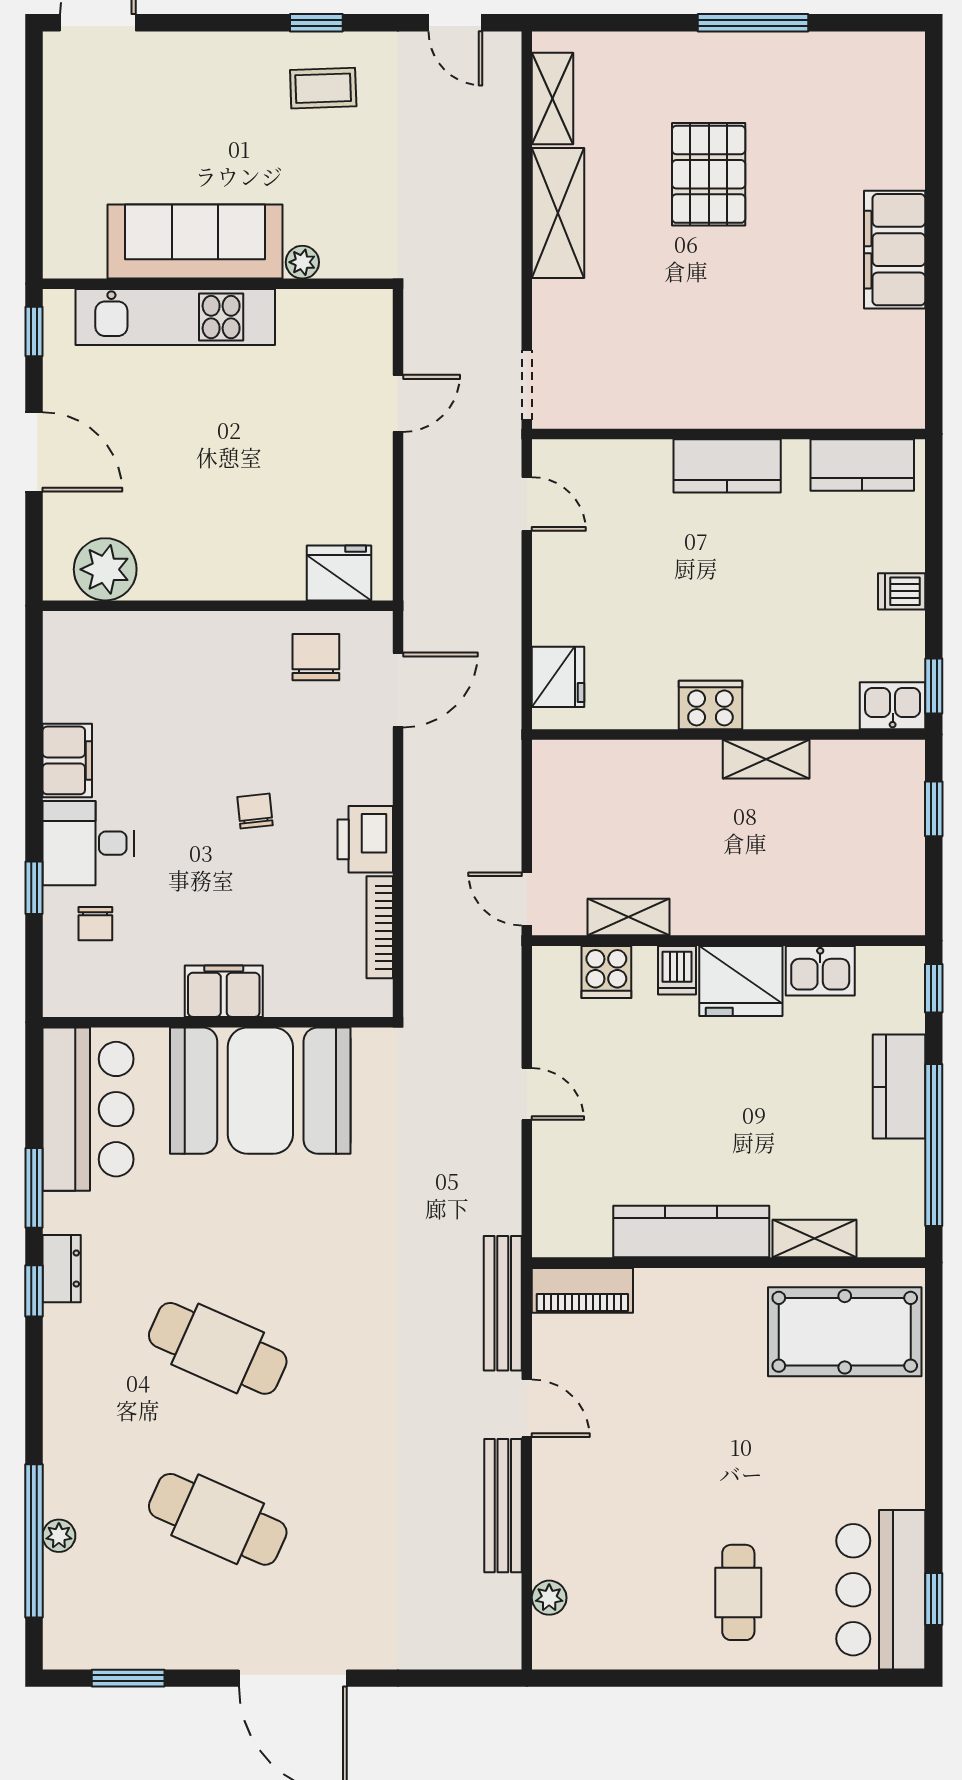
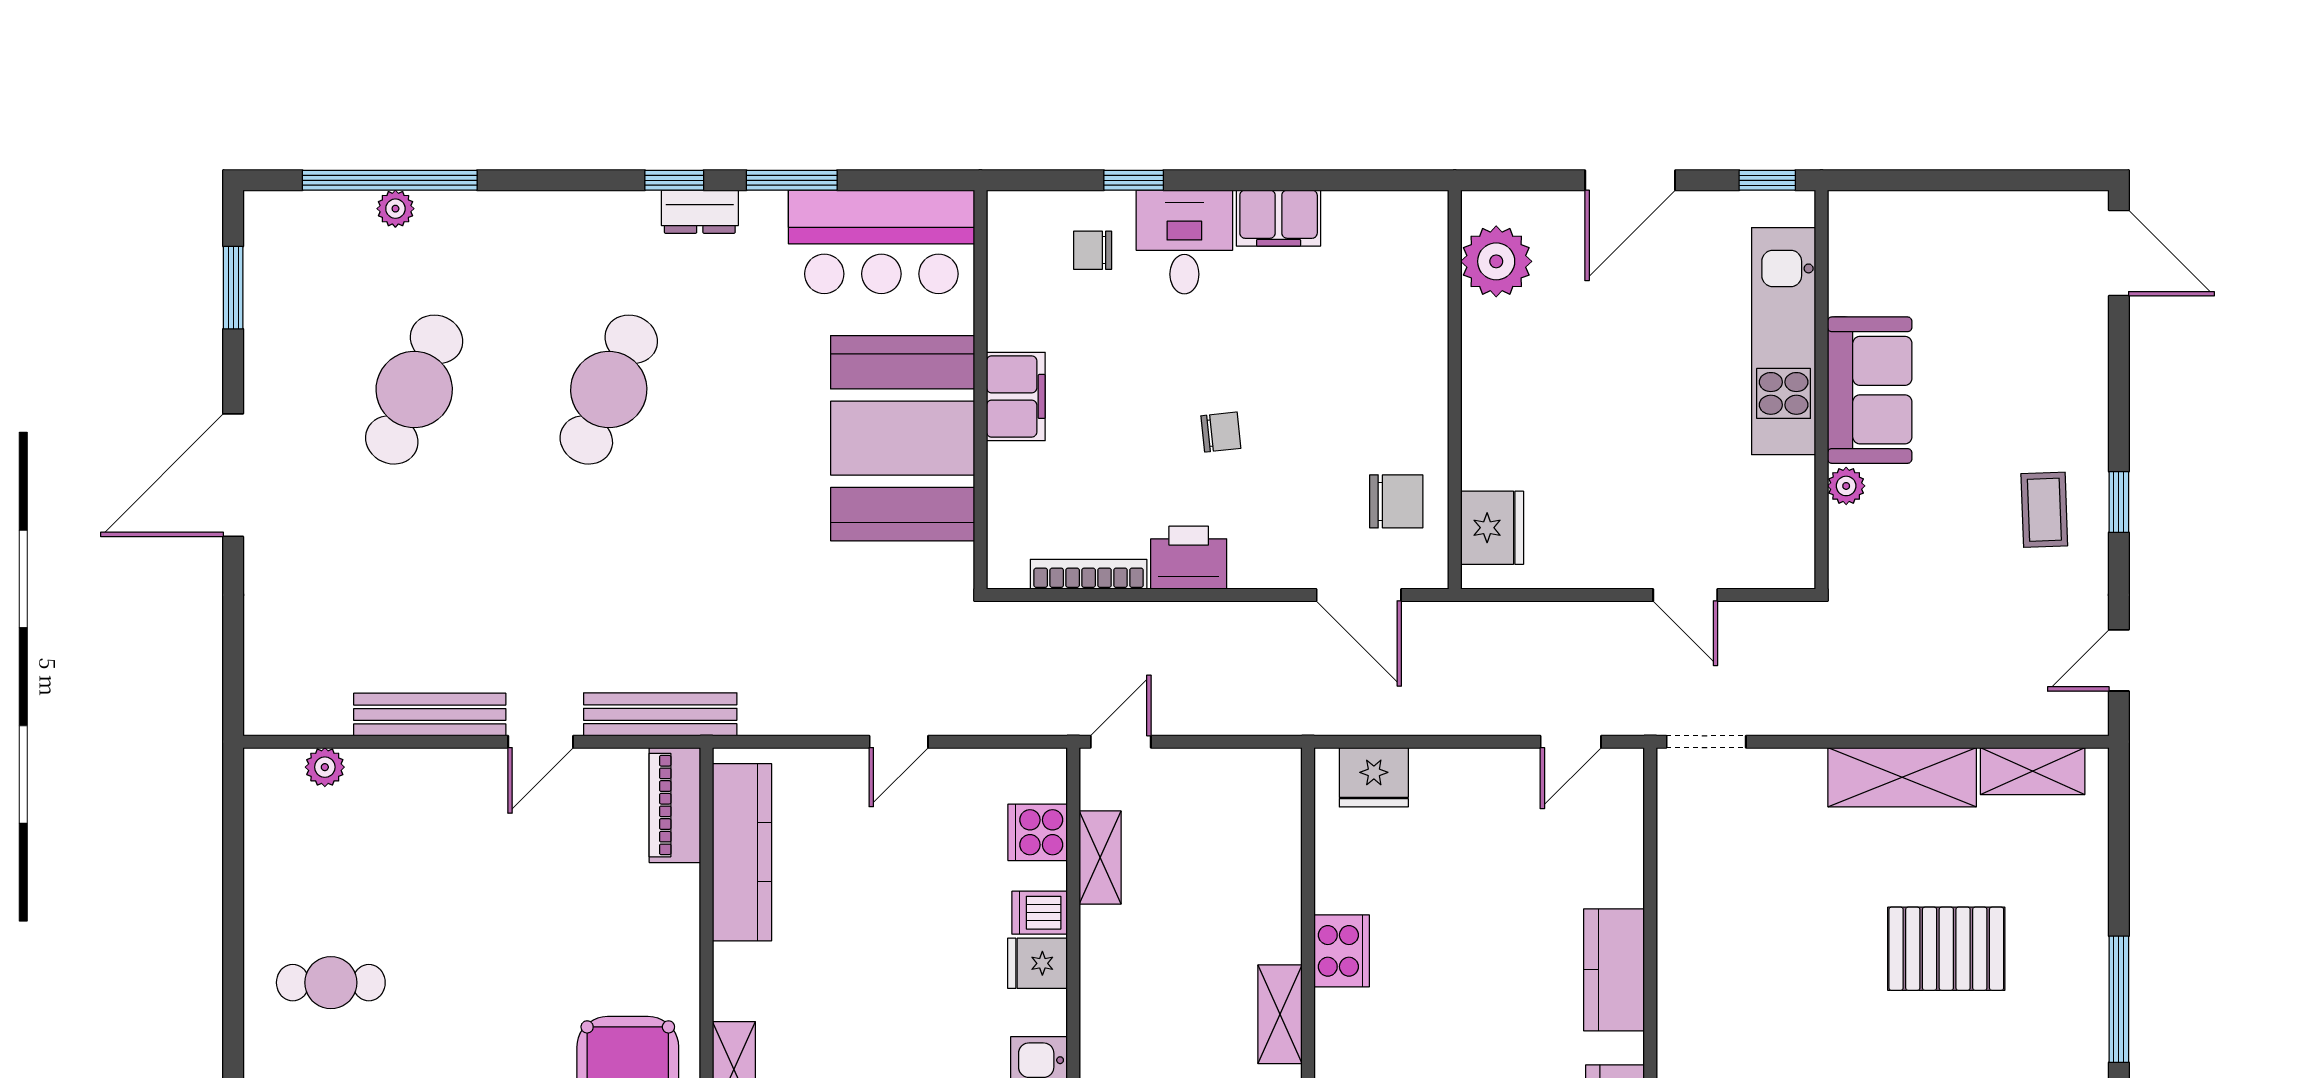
sofa: (195, 242) -> (1870, 390), width x0.73
fridge: (741, 981) -> (1038, 963), width x0.53, depth x0.75
kitchen counter: (691, 1231) -> (742, 852), moved

